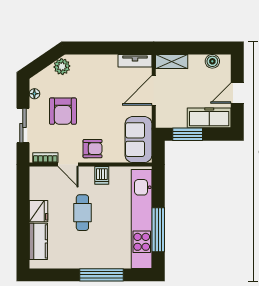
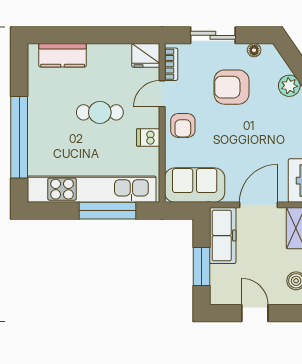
door: (154, 90) -> (259, 205), hinge flipped
freezer: (209, 118) -> (223, 236), moved
window: (188, 134) -> (201, 266), moved
fridge: (38, 211) -> (146, 55), moved
window: (158, 230) -> (107, 211), moved
window: (102, 275) -> (19, 137), width x1.46

